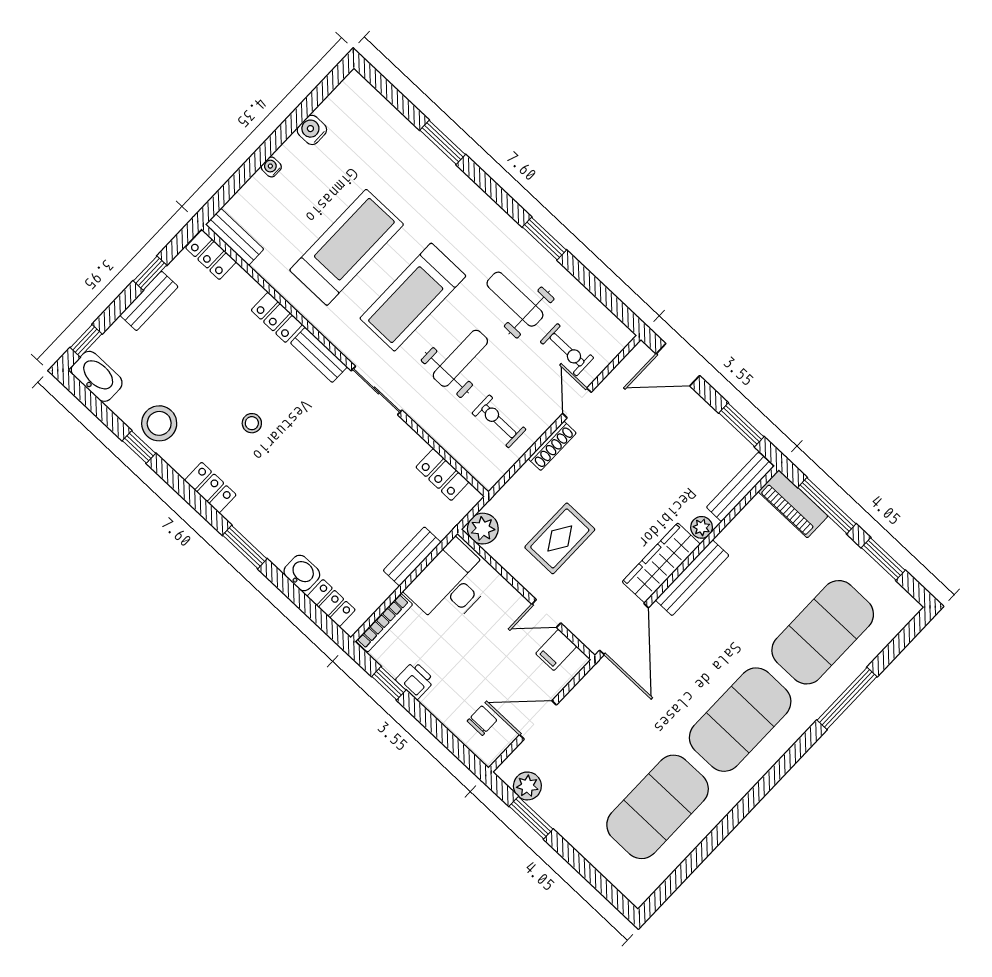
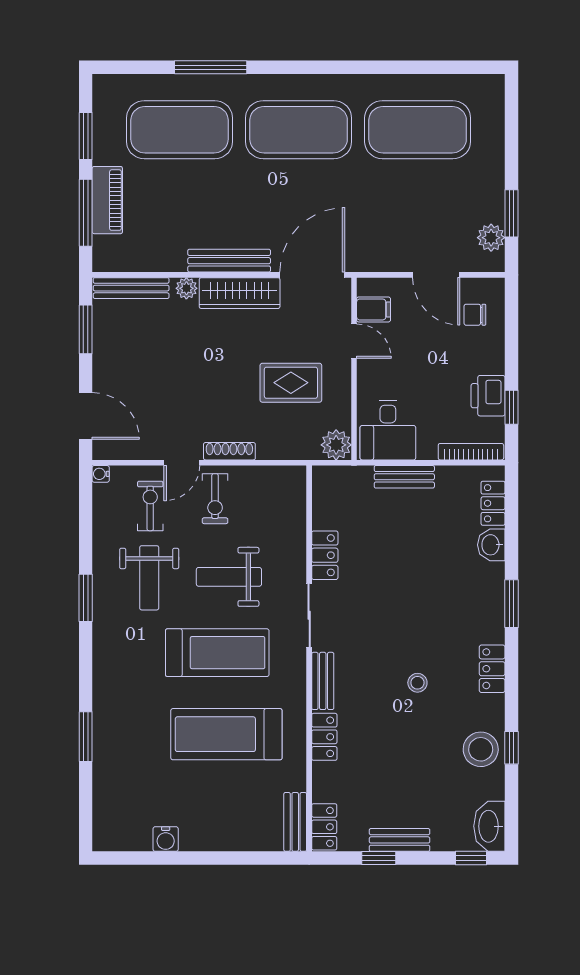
water cooler: (271, 167) -> (101, 474), moved, turned 90
exercise bike: (499, 421) -> (215, 499), moved
locker: (442, 475) -> (325, 555), moved
piano: (793, 504) -> (107, 200), moved
desk: (451, 584) -> (388, 430), width x0.73
printer: (415, 680) -> (488, 396), width x1.36, depth x1.24

